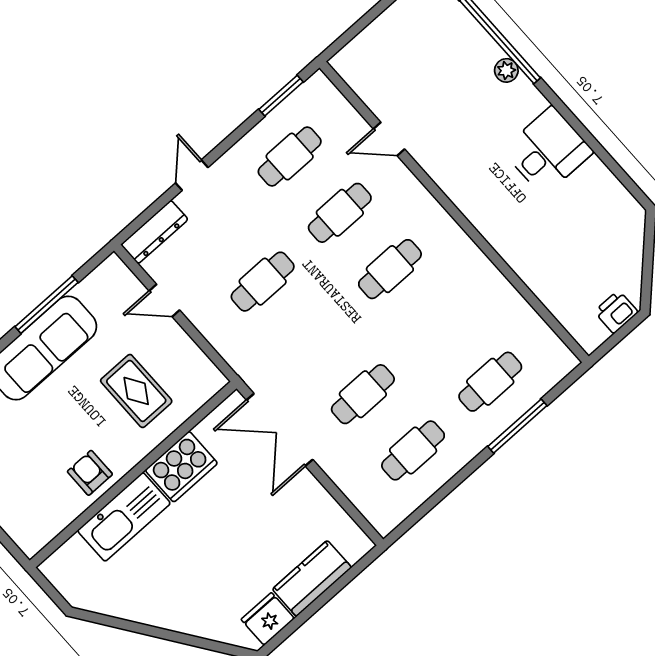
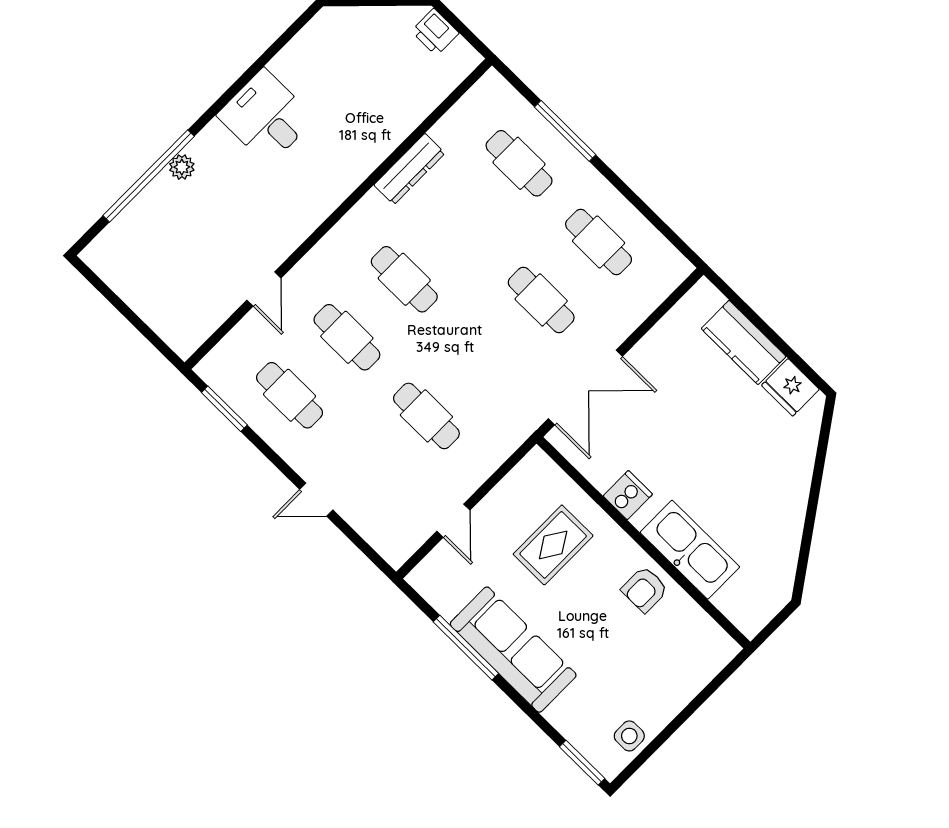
dresser: (154, 232) -> (409, 169), moved, turned 90
cooker: (181, 467) -> (628, 495), width x0.53, depth x0.76

